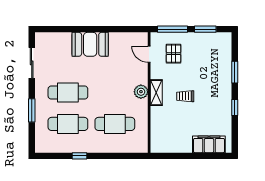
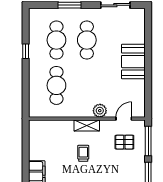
plant: (141, 92) -> (100, 111), moved

